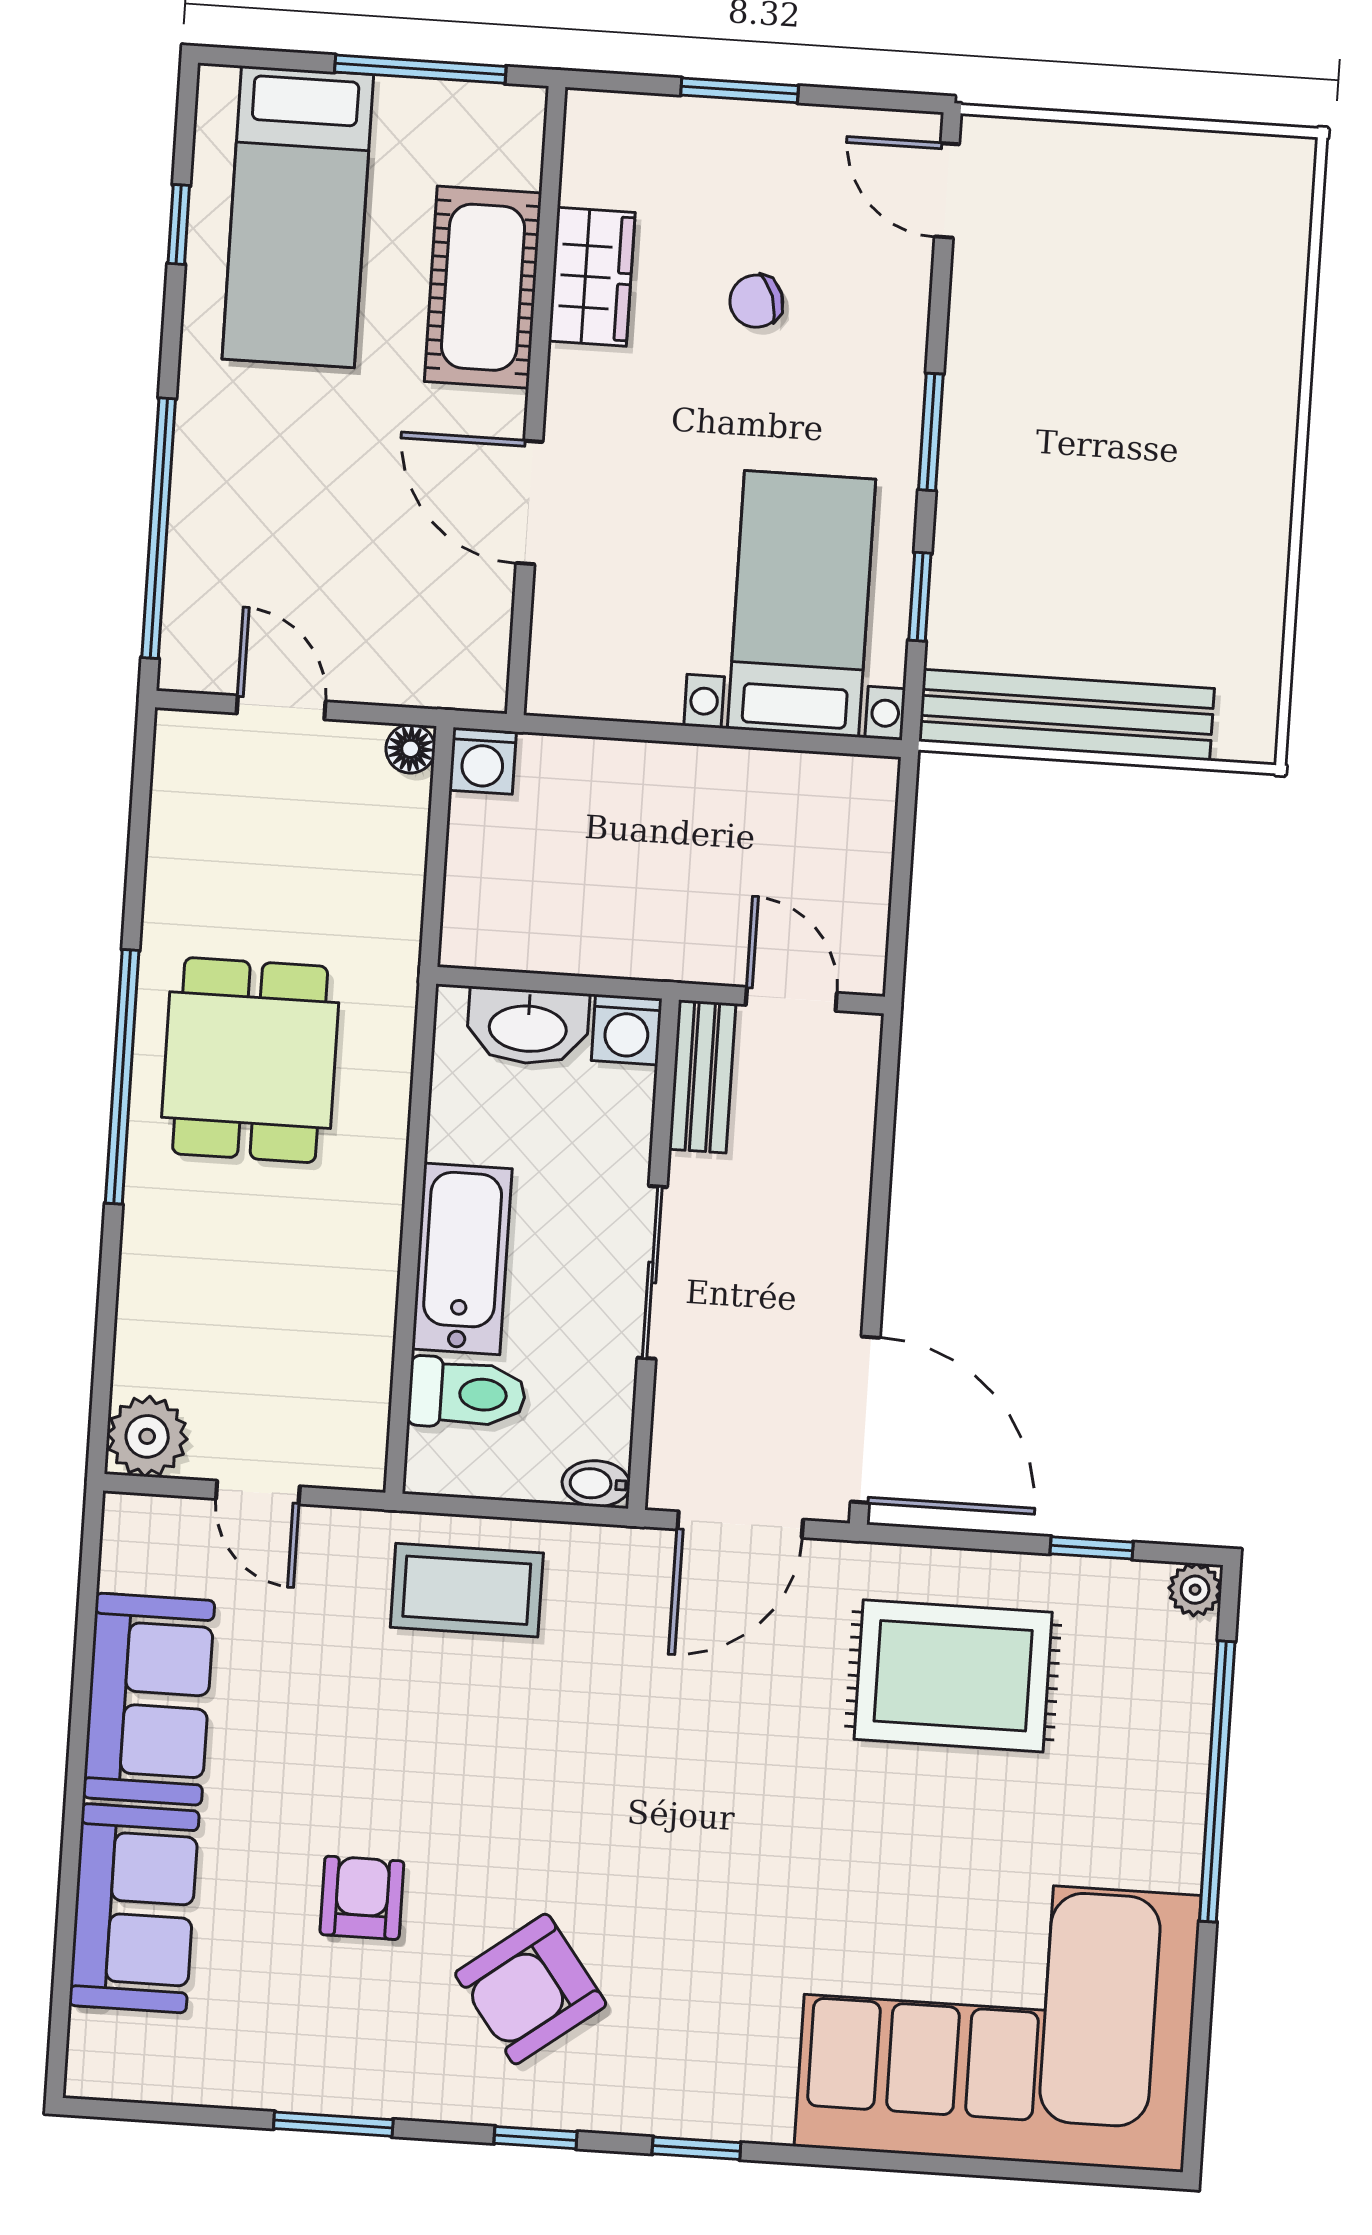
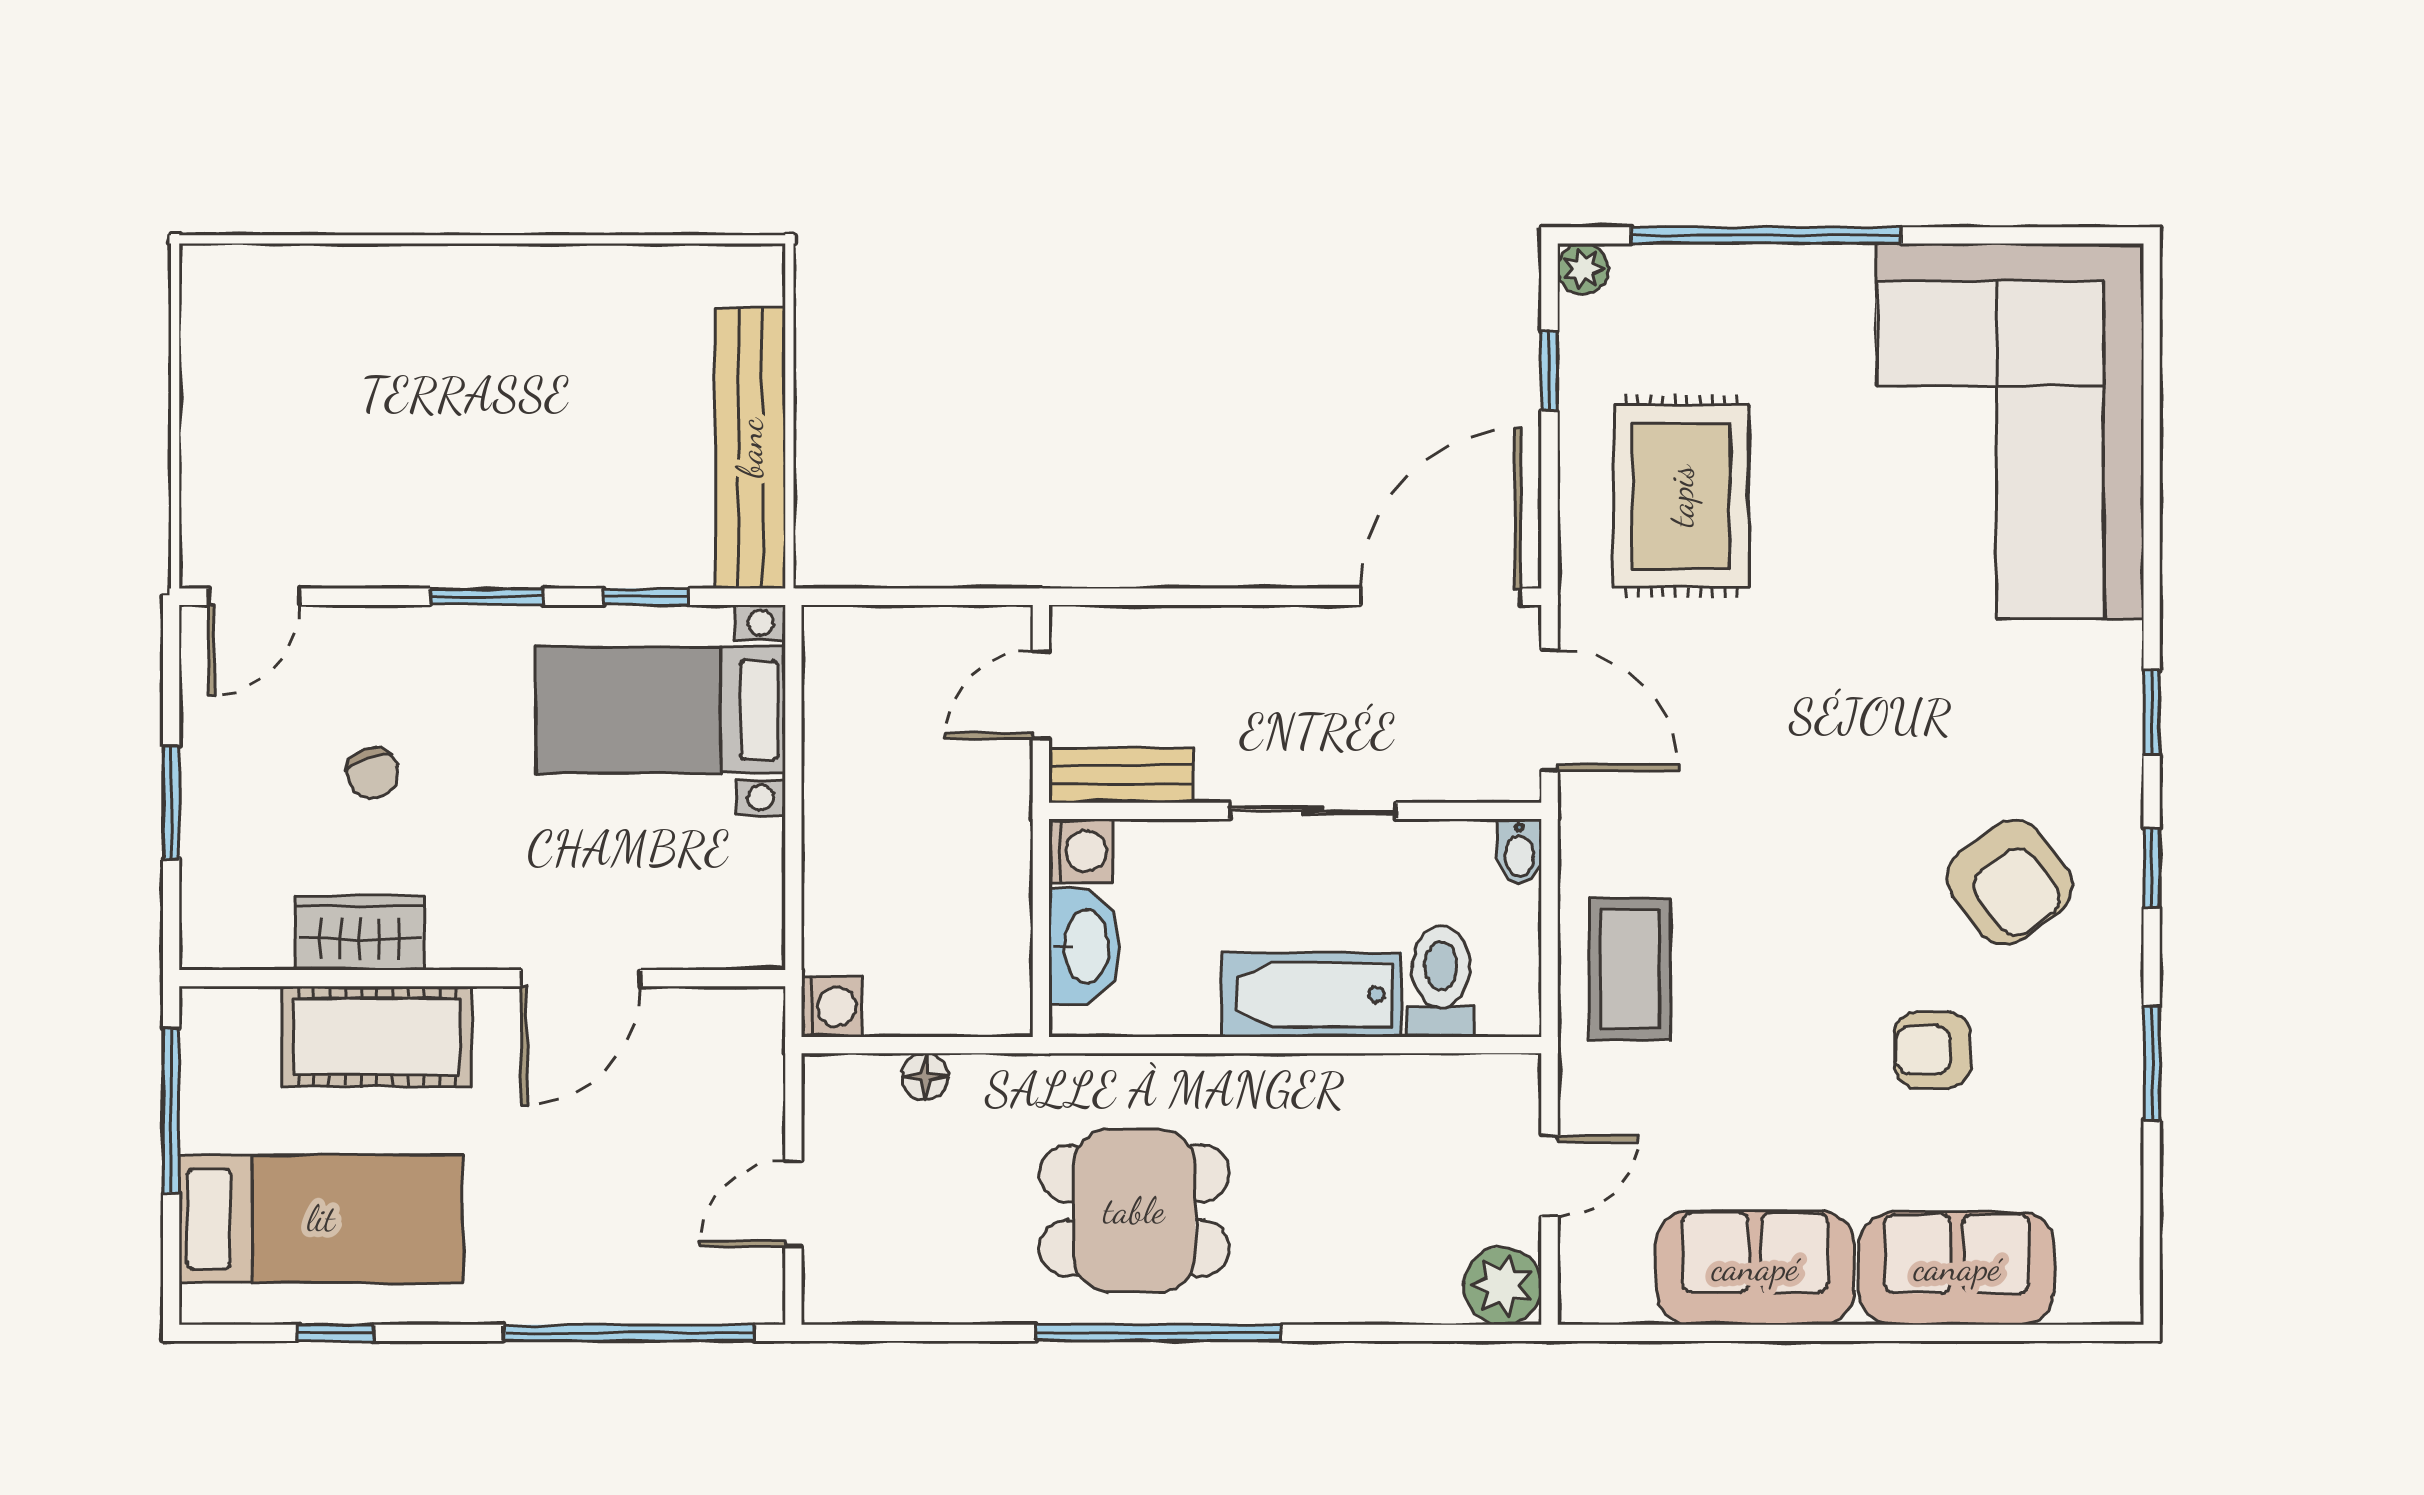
floor lamp: (411, 749) -> (925, 1077), moved

